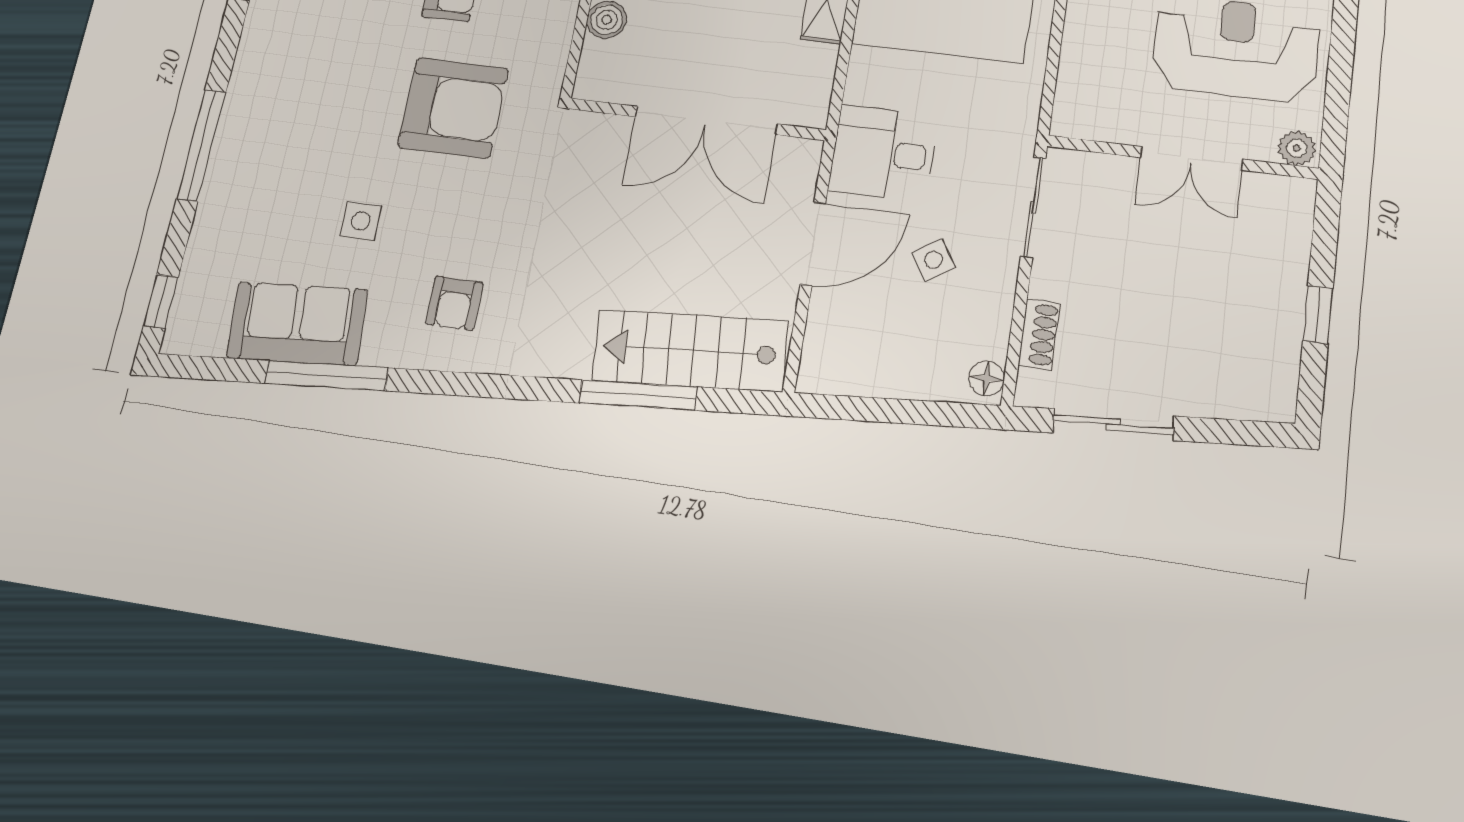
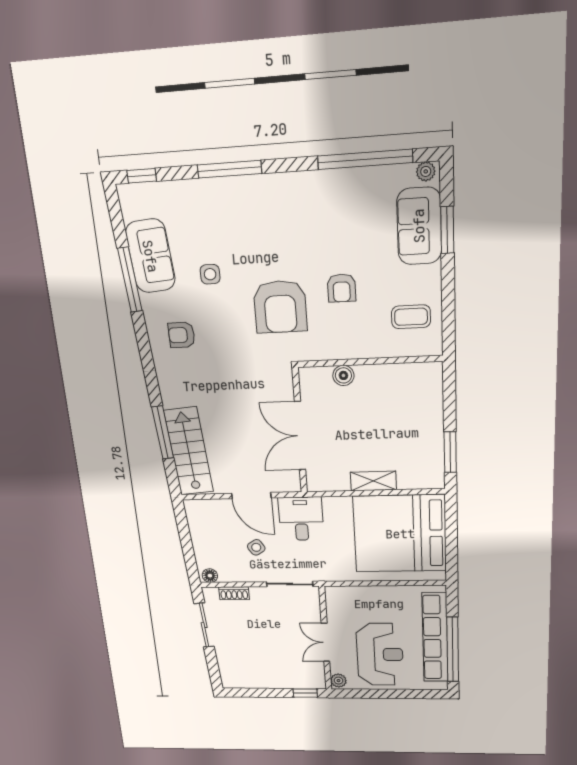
window: (1318, 315) -> (305, 693), moved

